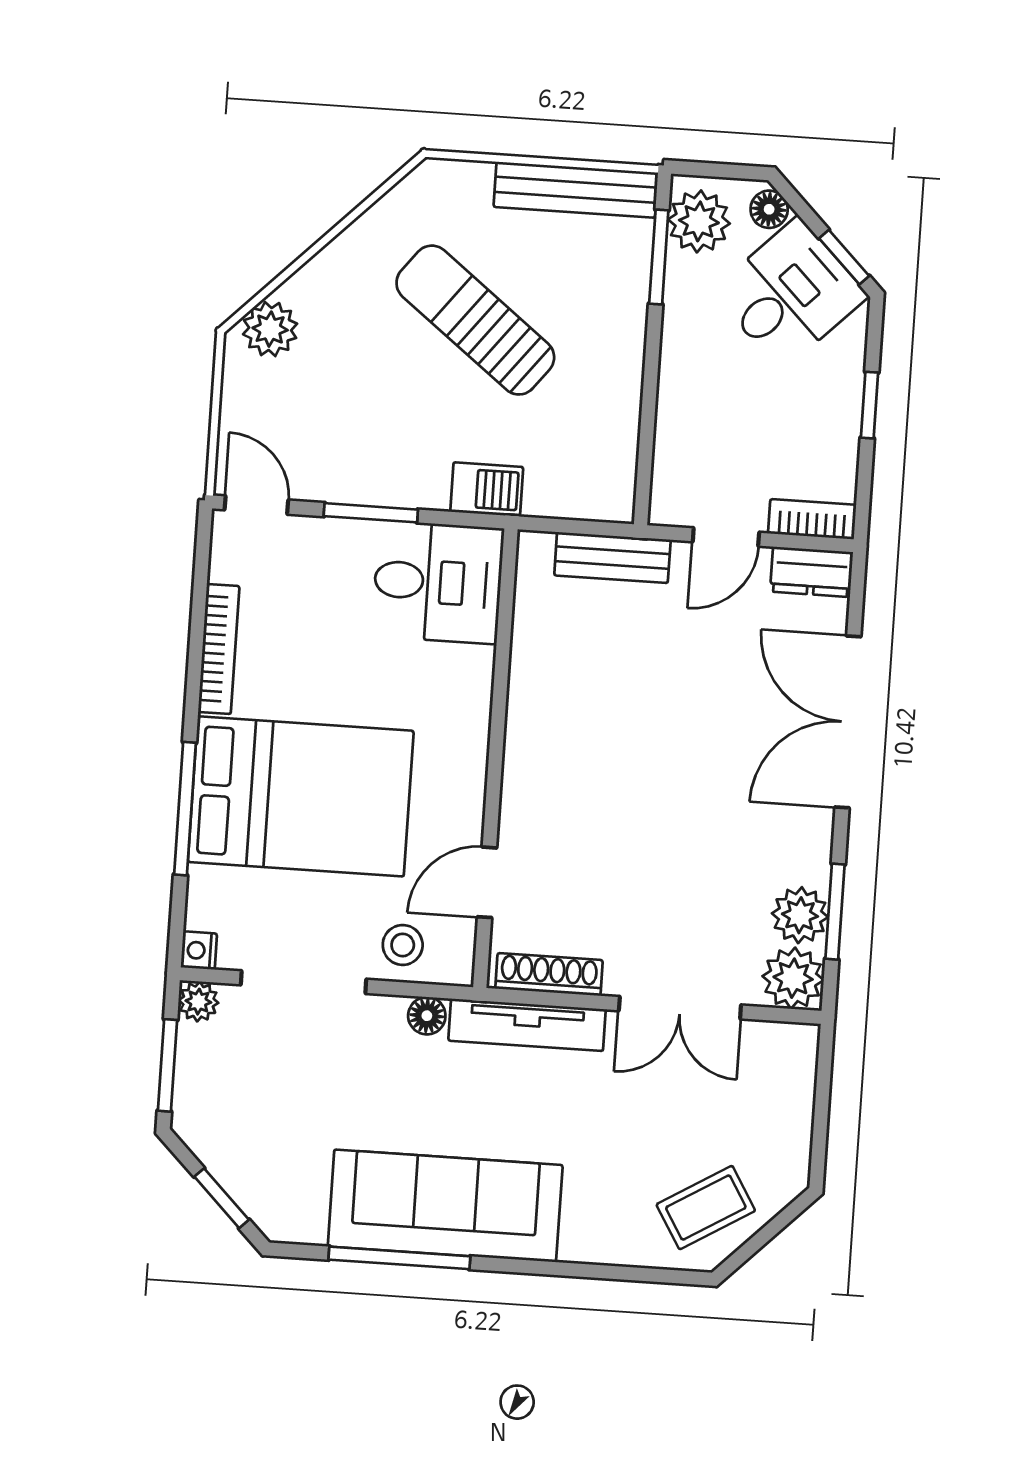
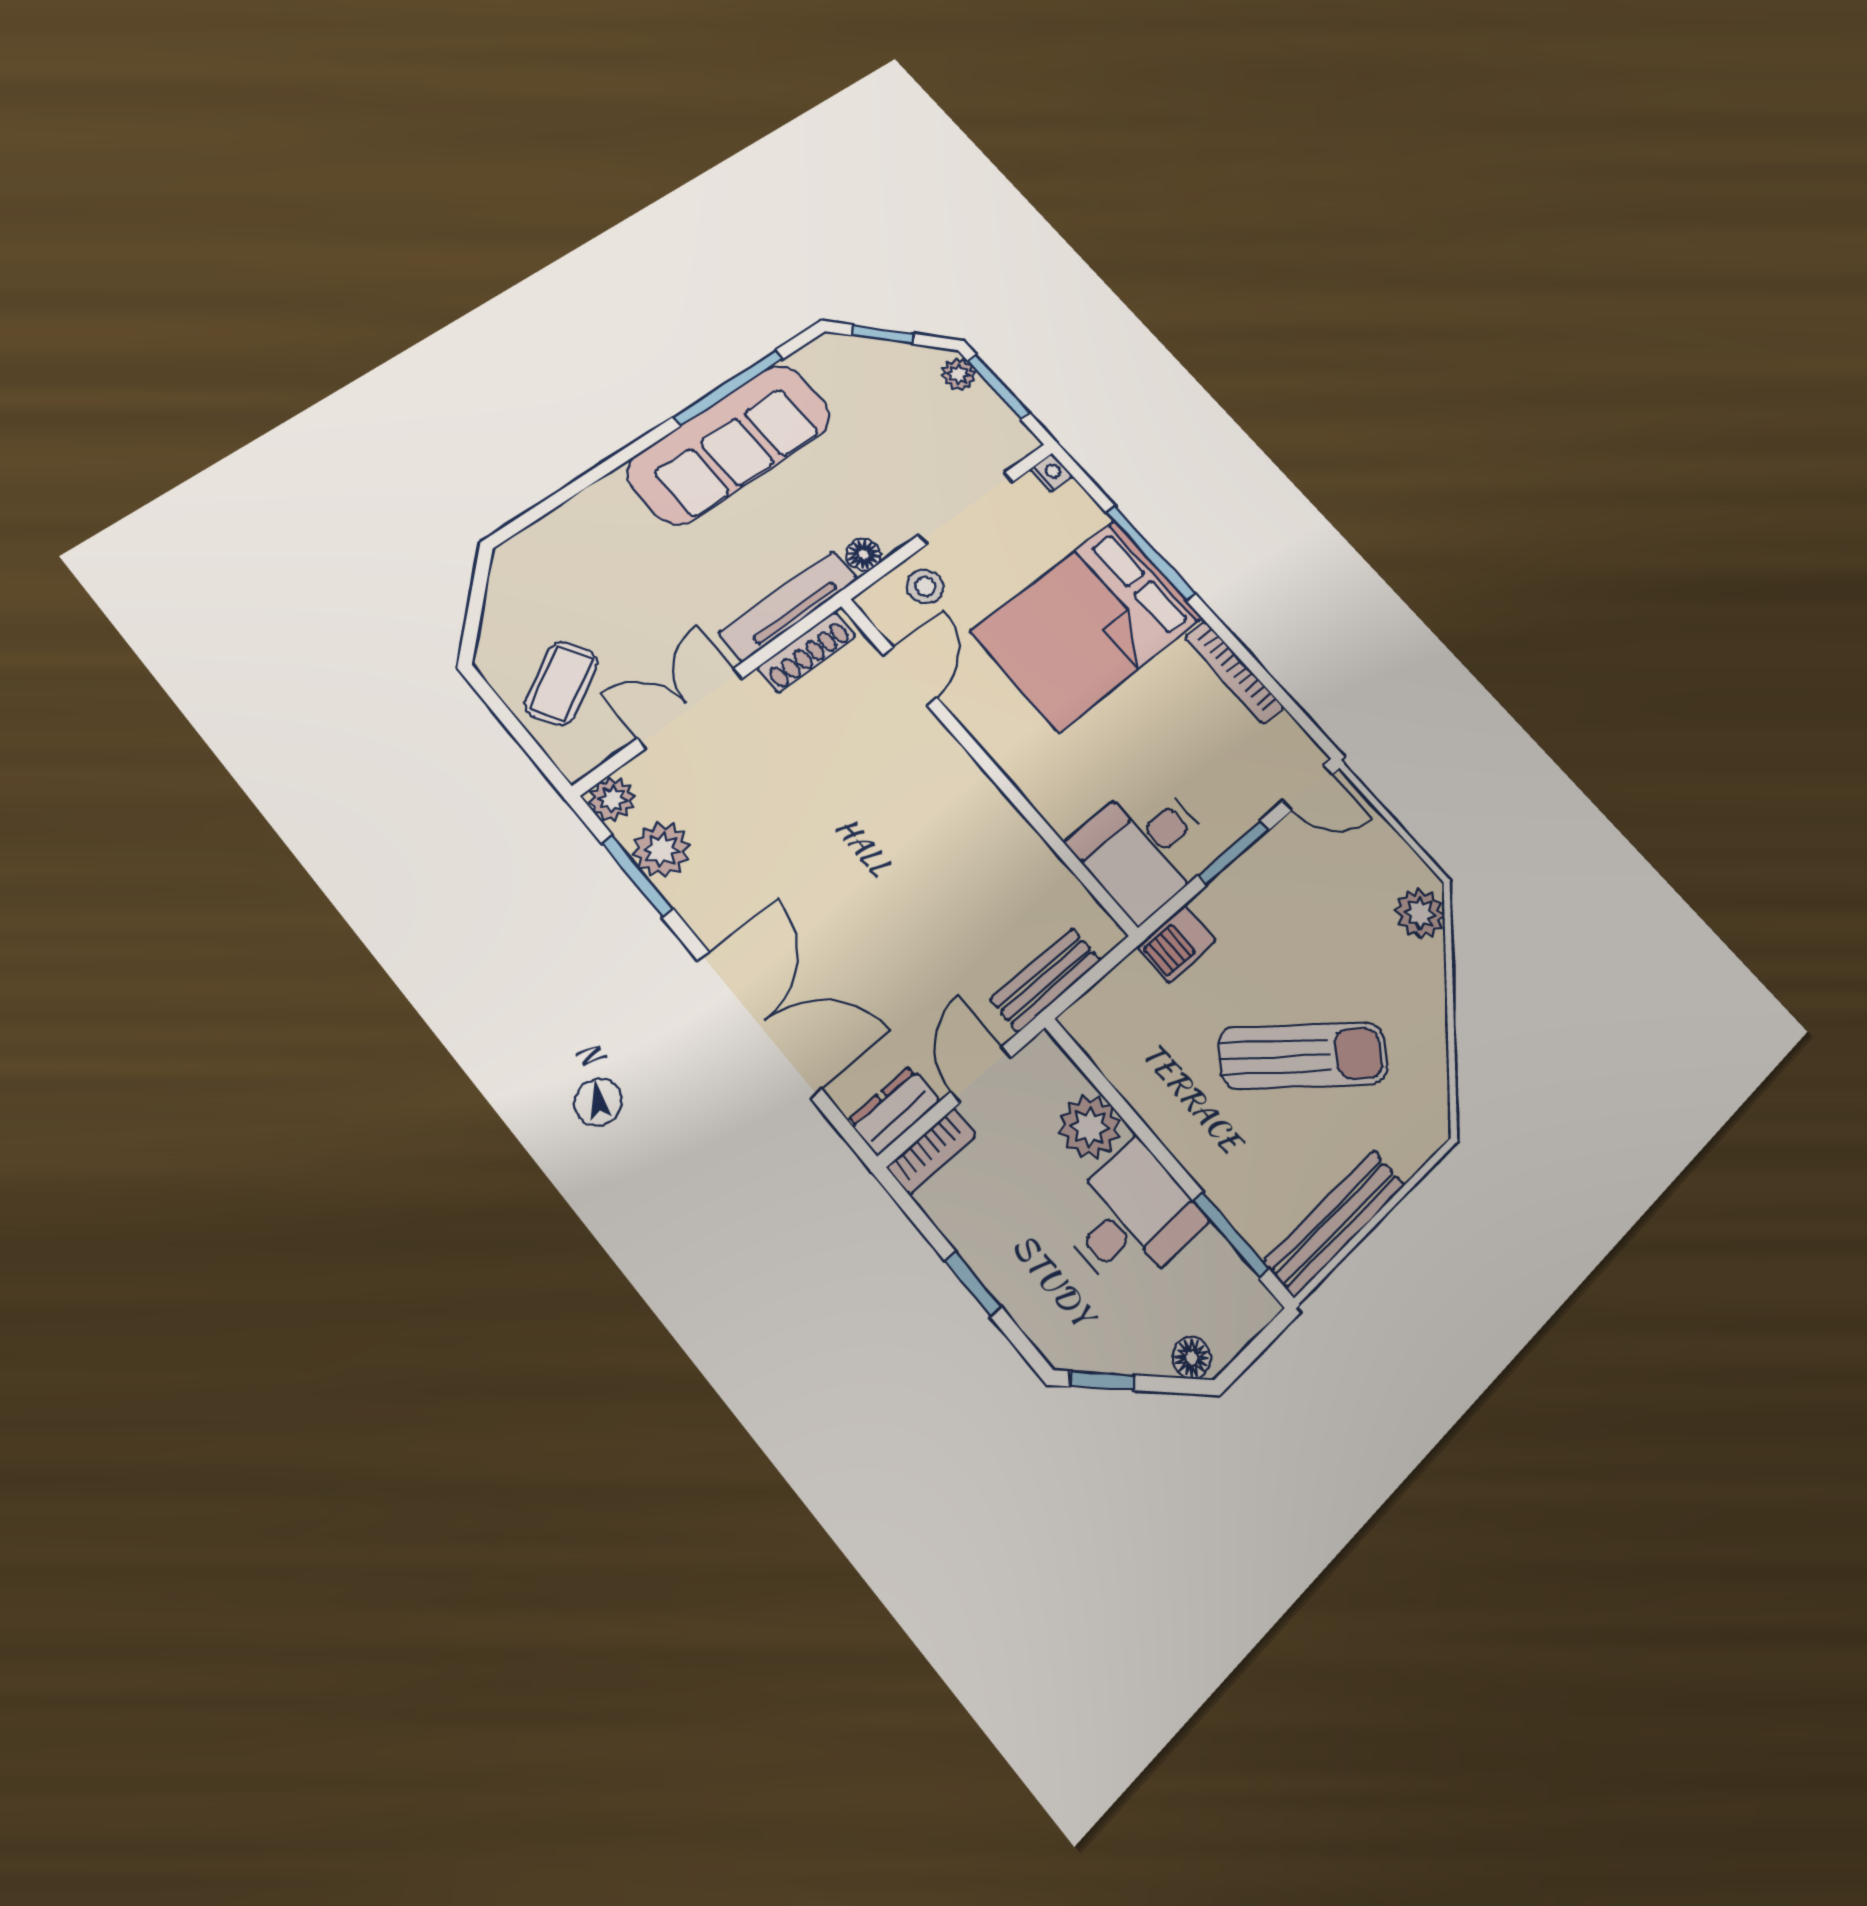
plant: (699, 221) -> (1089, 1127), moved
desk: (790, 294) -> (1130, 1218), moved, turned -135
plant: (793, 978) -> (612, 799), width x0.73, depth x0.73
plant: (198, 1002) -> (958, 374), moved
coffee table: (706, 1208) -> (561, 684), moved

